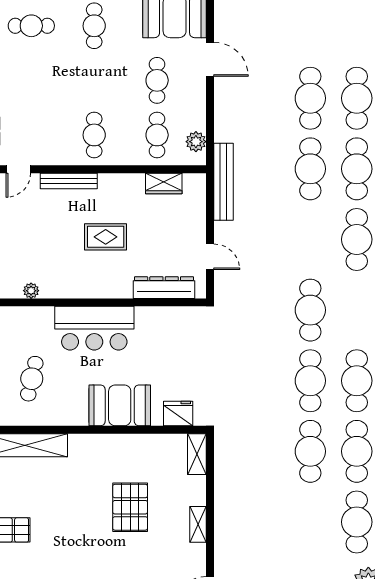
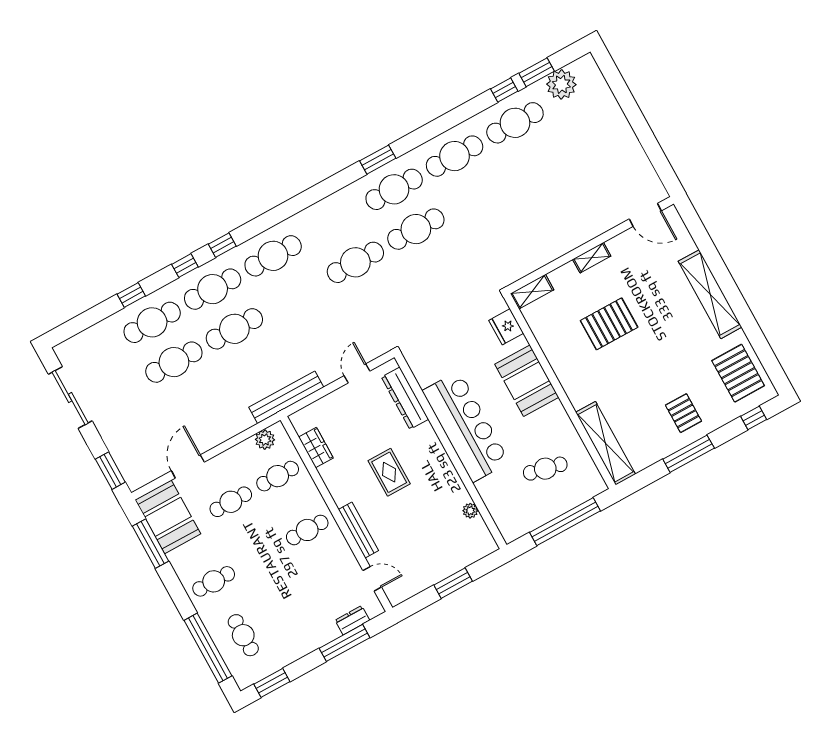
bar counter: (94, 328) -> (466, 427), width x1.36
cafe table: (310, 451) -> (476, 196), removed

